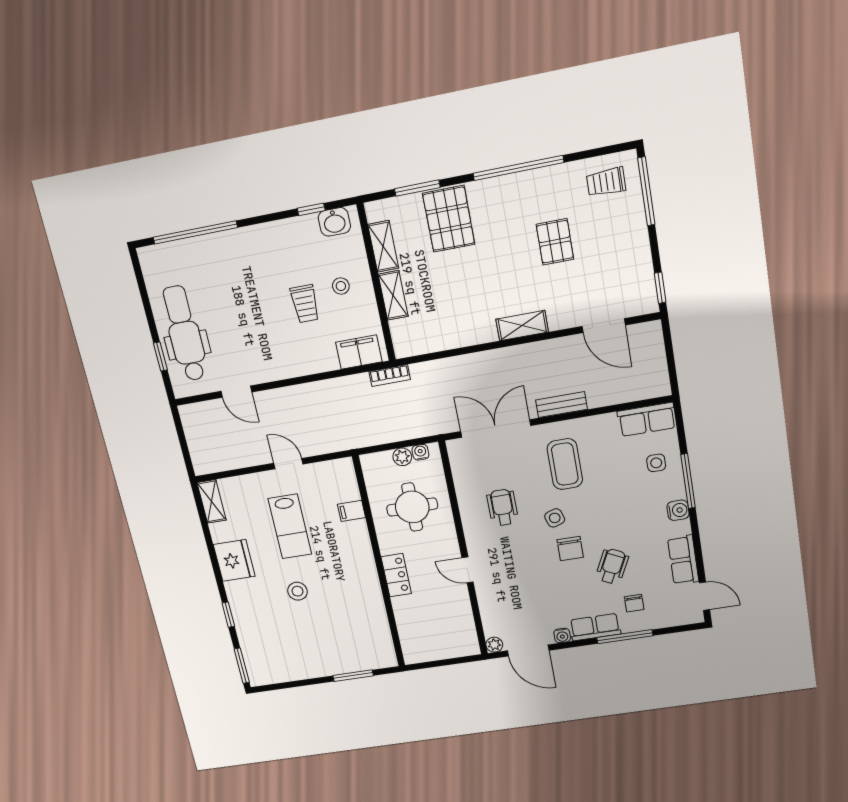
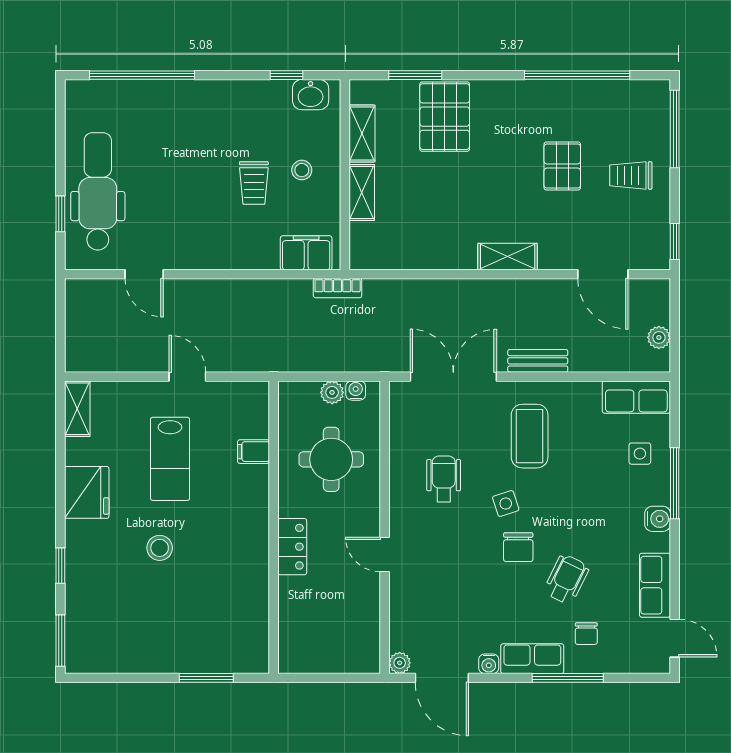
window: (518, 168) -> (577, 75), moved
trolley: (606, 182) -> (631, 175), moved
plant: (658, 369) -> (659, 337), added

